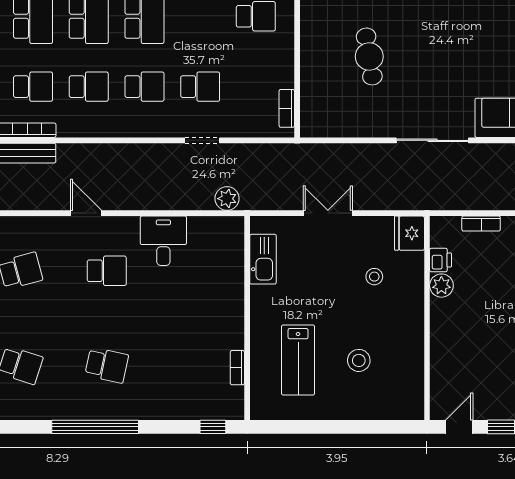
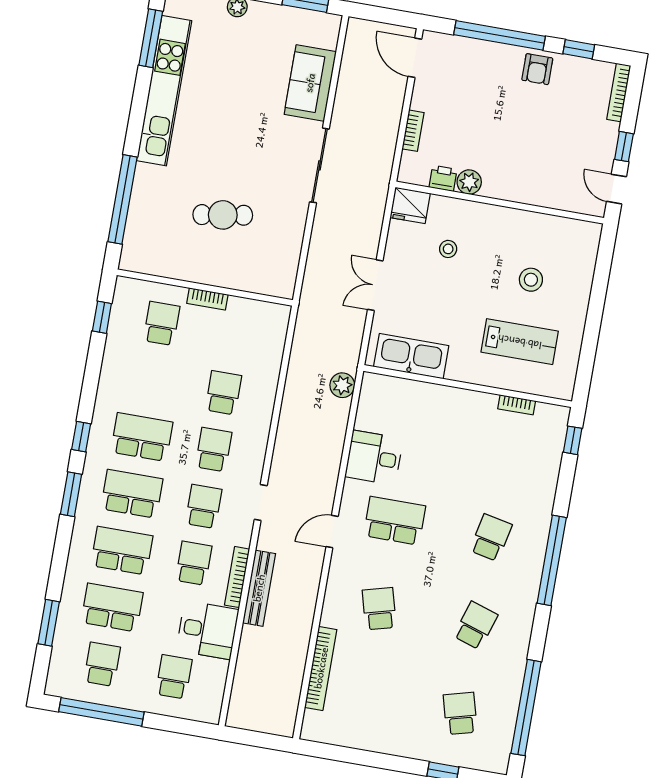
bookcase: (287, 108) -> (207, 299), moved
doorway: (202, 140) -> (261, 503), moved
kitchen sink: (263, 259) -> (411, 356), width x1.36, depth x1.24
school desk: (107, 271) -> (395, 521), width x1.85

